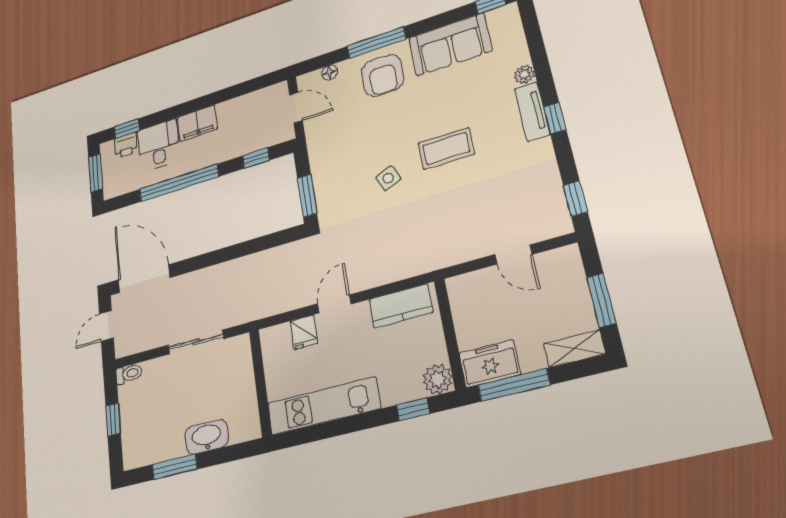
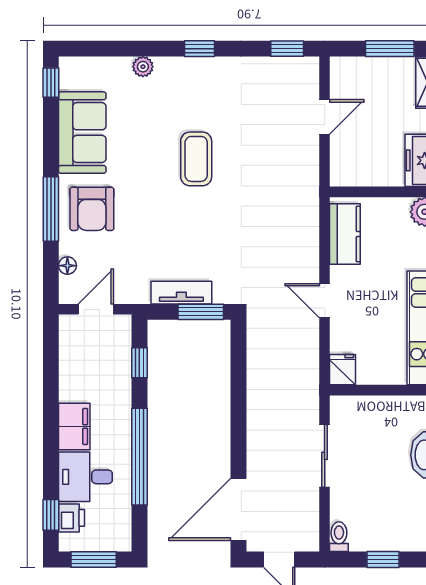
armchair: (383, 75) -> (92, 209), turned 90
tv unit: (532, 112) -> (181, 293), moved, turned 180
side table: (388, 178) -> (209, 223), removed
fridge: (304, 332) -> (343, 370), moved, turned -90

